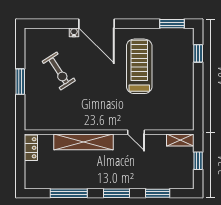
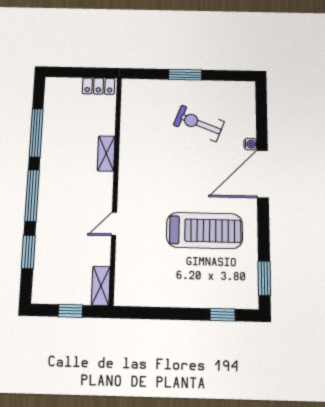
exercise bike: (59, 71) -> (199, 123), turned 54
shelving: (84, 142) -> (106, 153), width x0.45, depth x0.75
window: (116, 193) -> (32, 195), width x1.44

